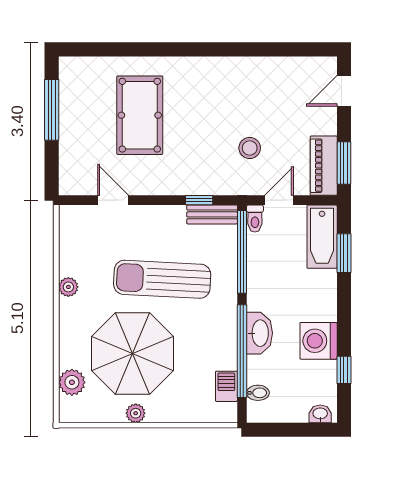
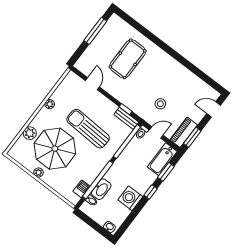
washbasin: (259, 333) -> (101, 189), moved
window: (344, 370) -> (151, 192), moved
plant: (72, 382) -> (30, 133), moved

